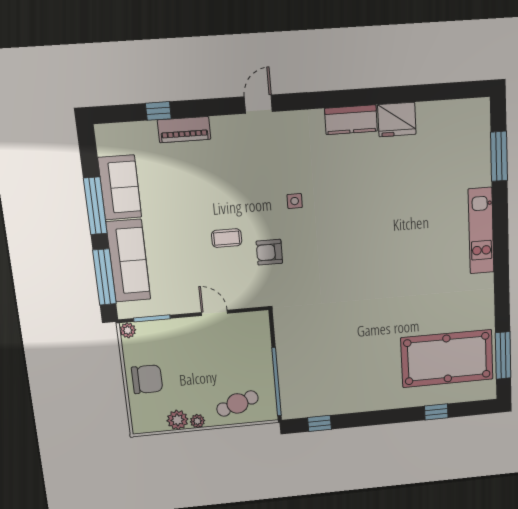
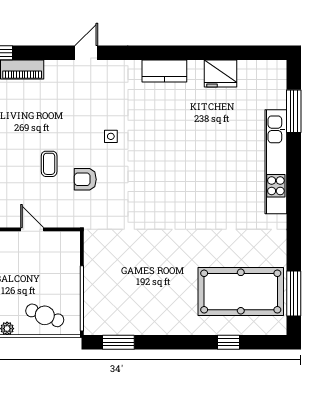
fridge: (397, 120) -> (220, 74), moved
kitchen unit: (481, 231) -> (276, 162), width x1.36
coffee table: (227, 238) -> (49, 164), turned 90
cafe table: (237, 403) -> (45, 315), turned 40
window: (320, 423) -> (118, 342), width x1.50

